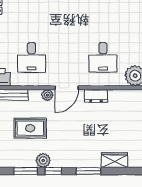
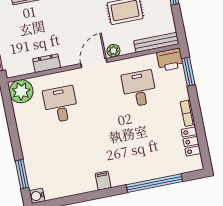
dresser: (96, 96) -> (47, 63), moved

